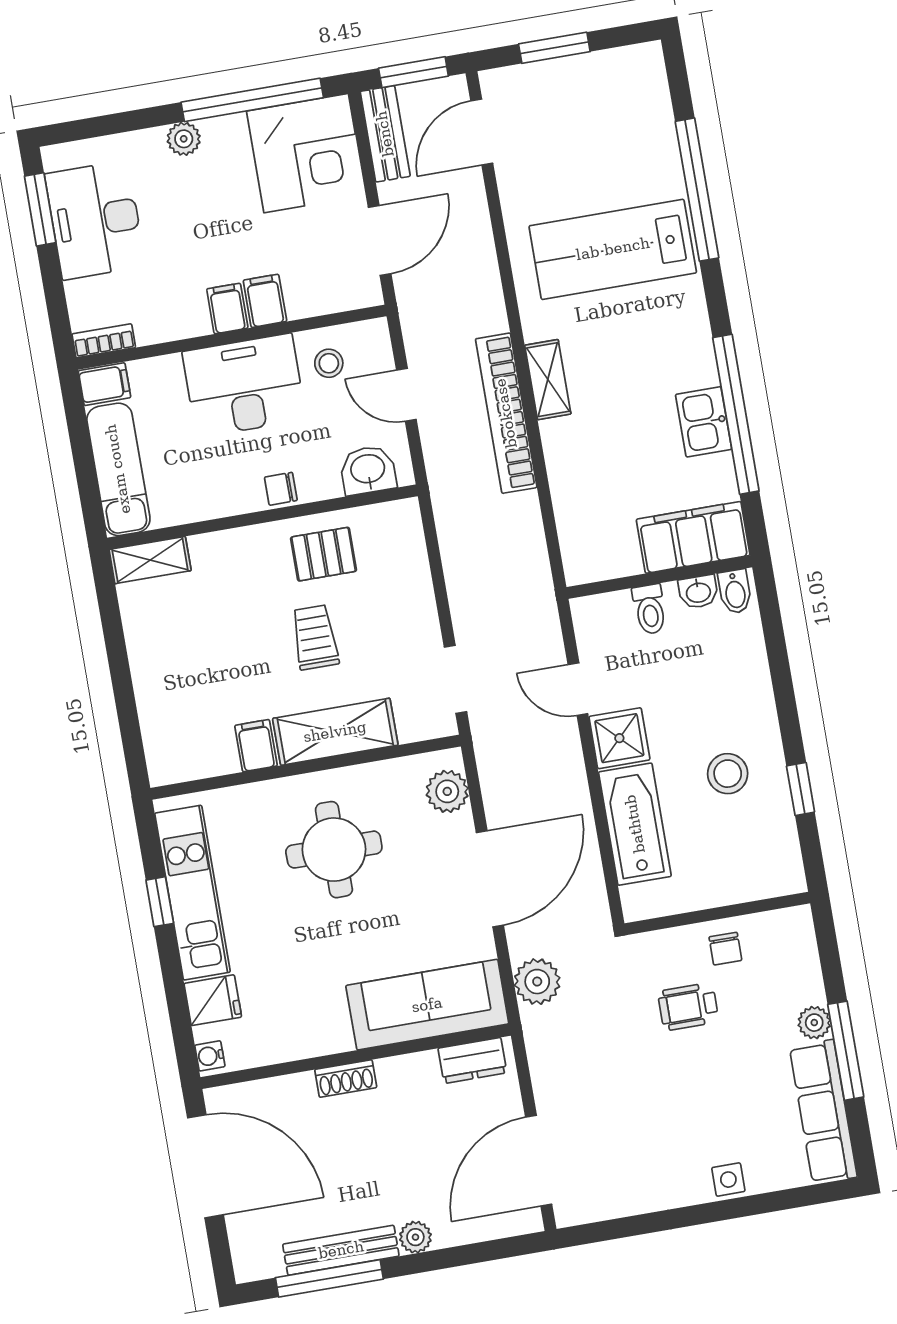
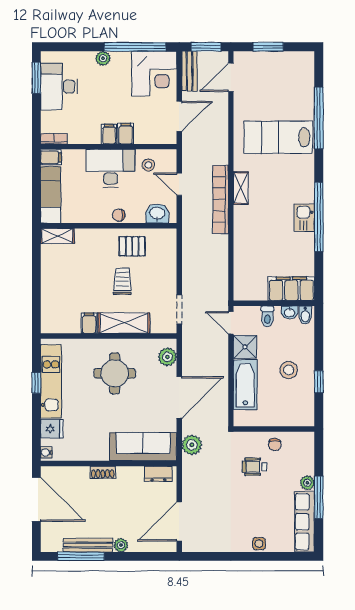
filing cabinet: (693, 537) -> (291, 289), moved
wall: (659, 577) -> (274, 303), moved
washbasin: (698, 592) -> (290, 312), moved
bidet: (735, 592) -> (305, 315), moved
toilet: (650, 609) -> (267, 316), moved

